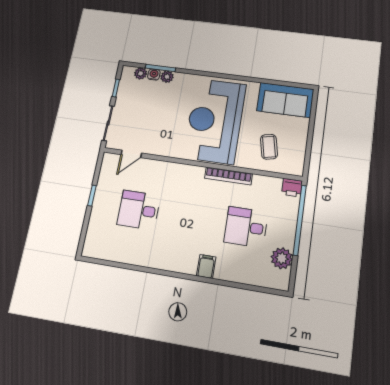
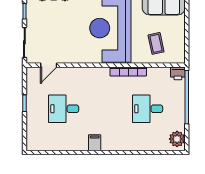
plant: (282, 258) -> (177, 139), moved
filing cabinet: (206, 266) -> (95, 143), moved

